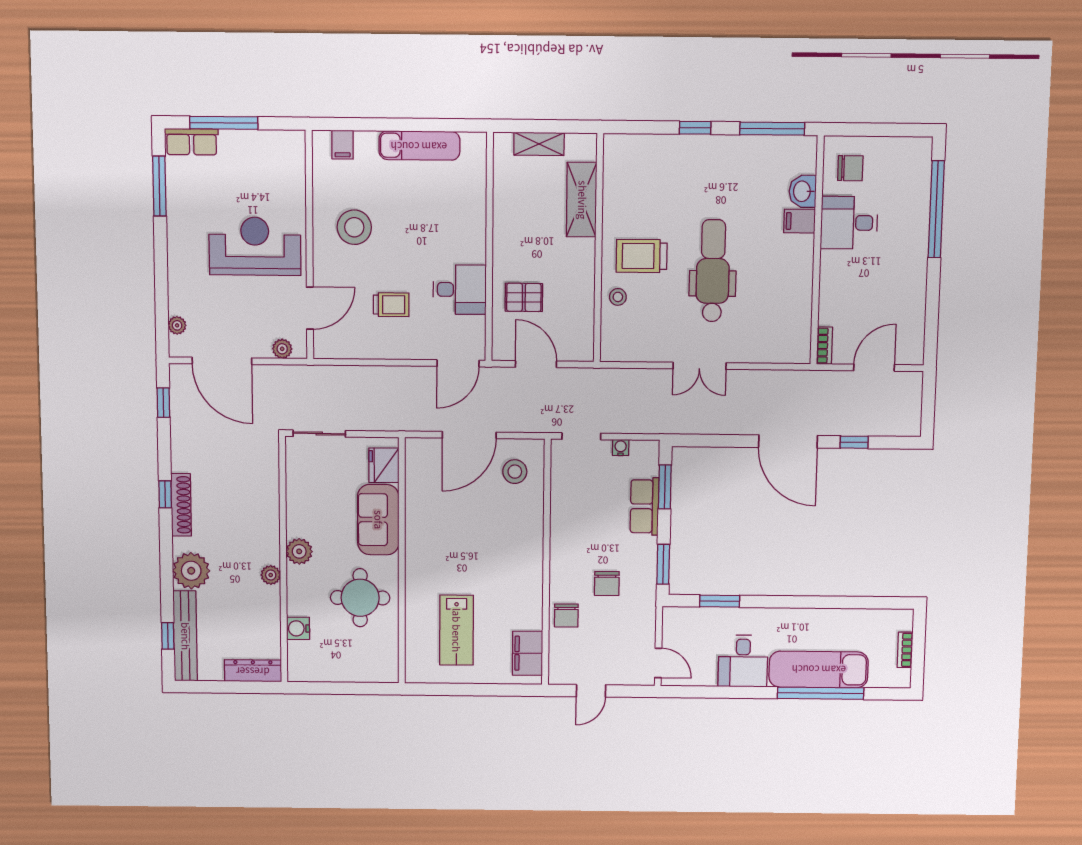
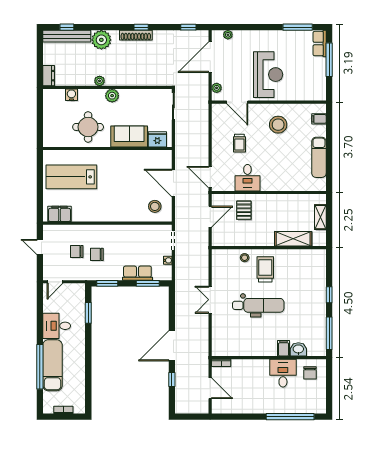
chair: (566, 615) -> (77, 252), moved
lab bench: (456, 630) -> (71, 177), width x1.36, depth x1.39
dresser: (253, 671) -> (49, 76), width x0.70

